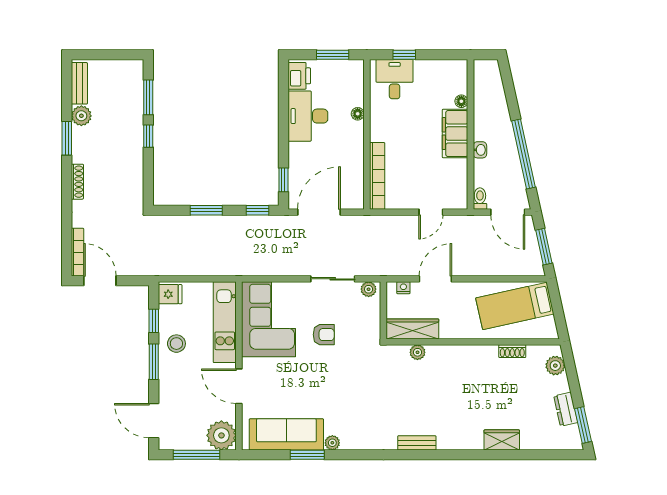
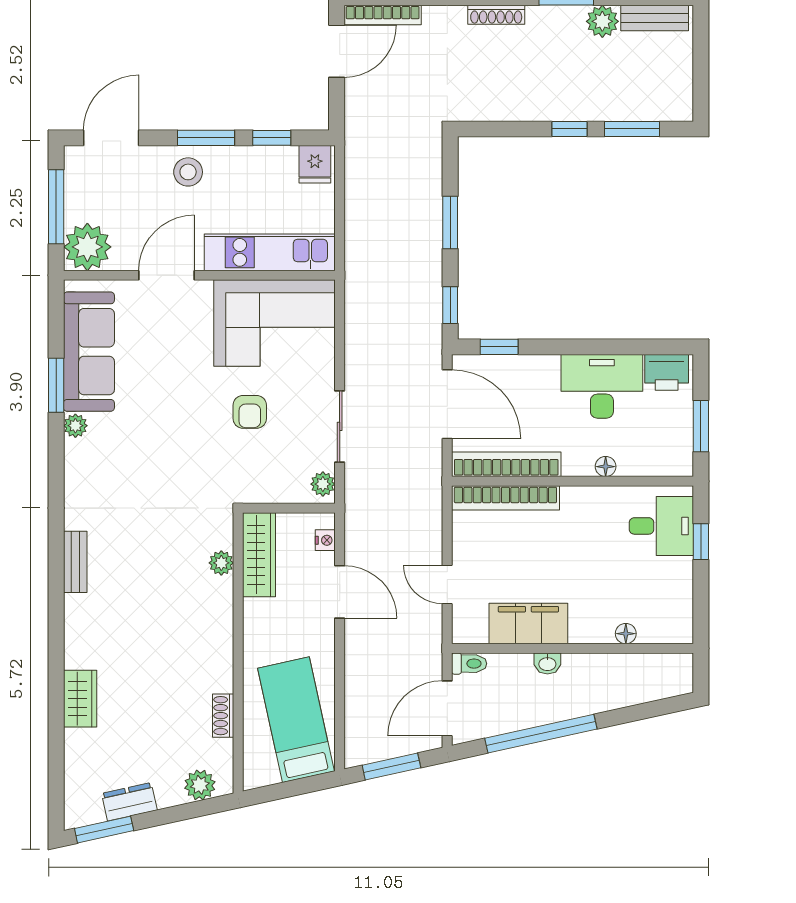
filing cabinet: (455, 134) -> (528, 623), moved
bookcase: (356, 175) -> (506, 464), added
stool: (176, 344) -> (188, 172), moved

